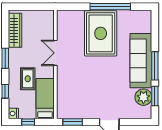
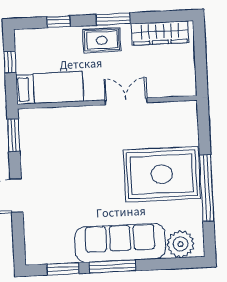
rug: (28, 79) -> (102, 40), moved
plant: (143, 97) -> (181, 244), moved
nightstand: (13, 113) -> (23, 37), removed

